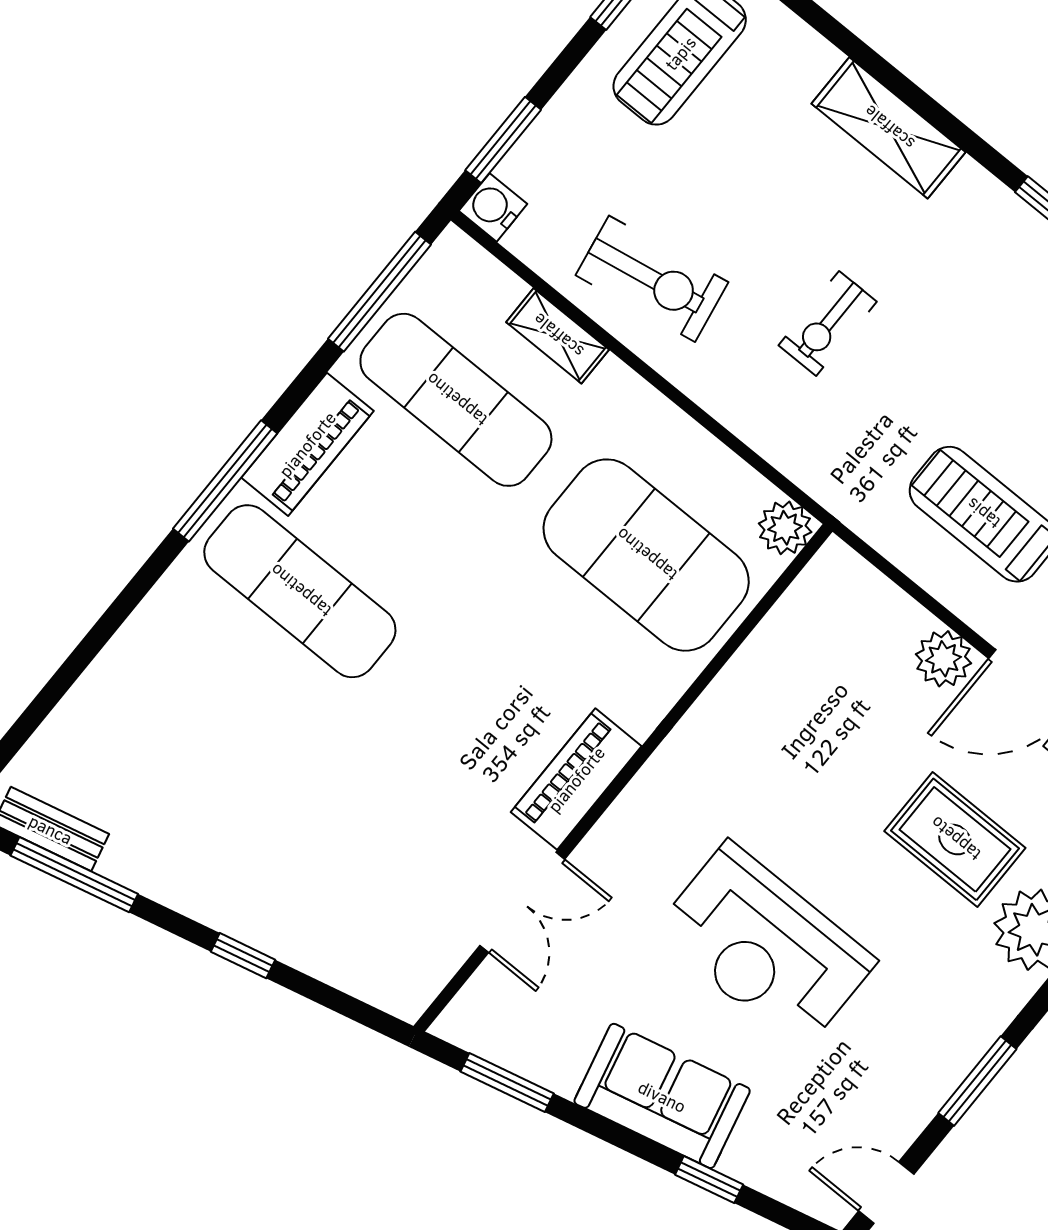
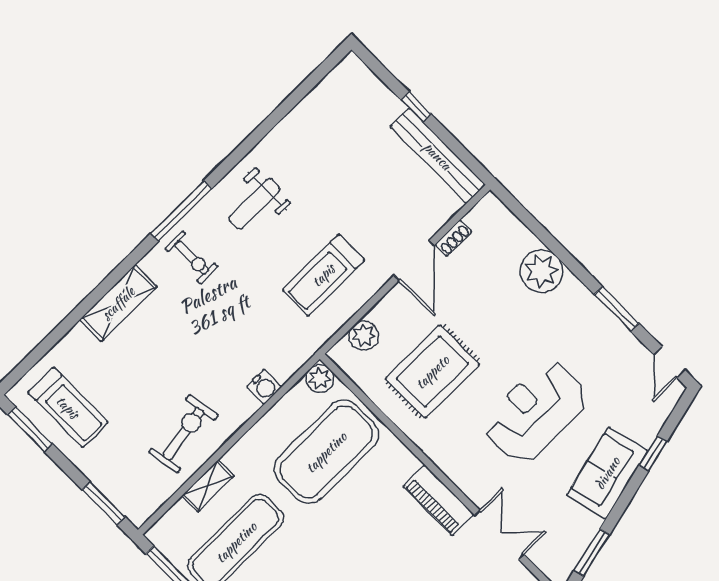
water cooler: (493, 207) -> (264, 387), moved, turned -90
exercise bike: (828, 323) -> (192, 258), moved
plant: (944, 659) -> (364, 336), moved
rug: (955, 839) -> (432, 372), moved, width x1.36, depth x1.43
reception desk: (765, 947) -> (535, 412), turned 180

